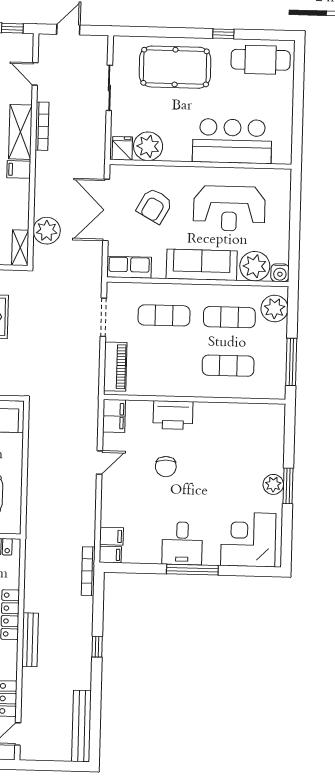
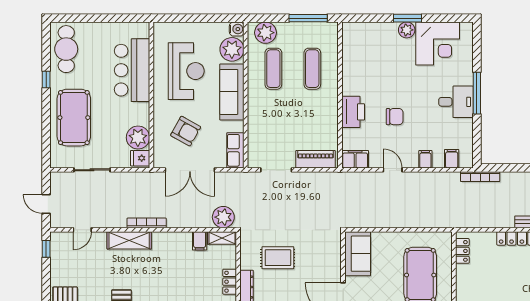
bookcase: (42, 126) -> (147, 223), moved
filing cabinet: (19, 169) -> (200, 241), moved
plant: (47, 231) -> (223, 217), moved
exercise mat: (164, 315) -> (273, 121), removed
corner desk: (248, 539) -> (438, 43), moved, turned -90
filing cabinet: (110, 555) -> (425, 159), moved

